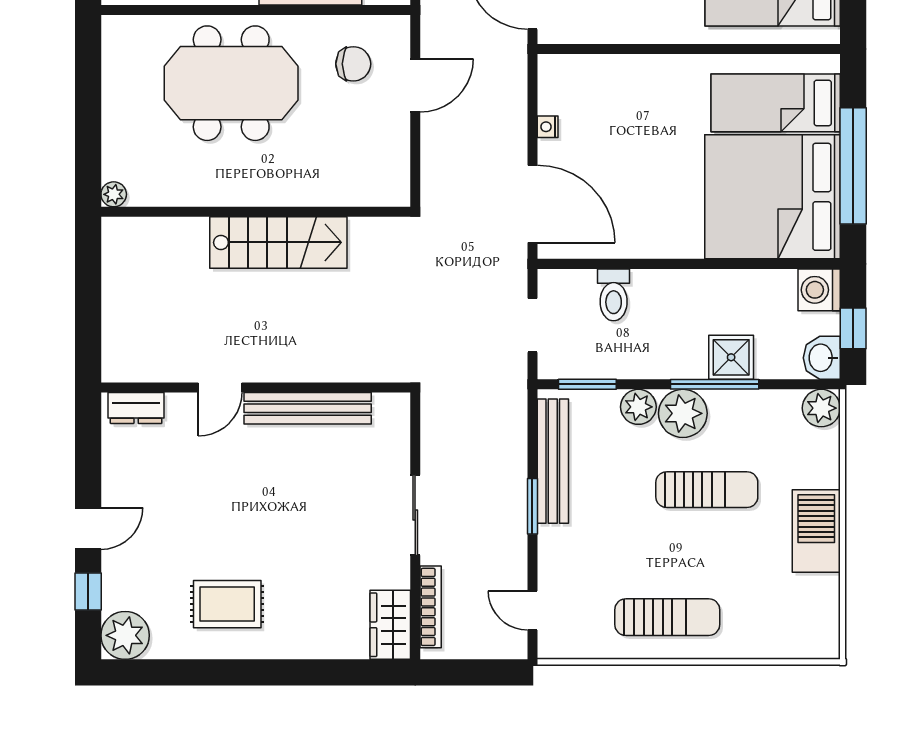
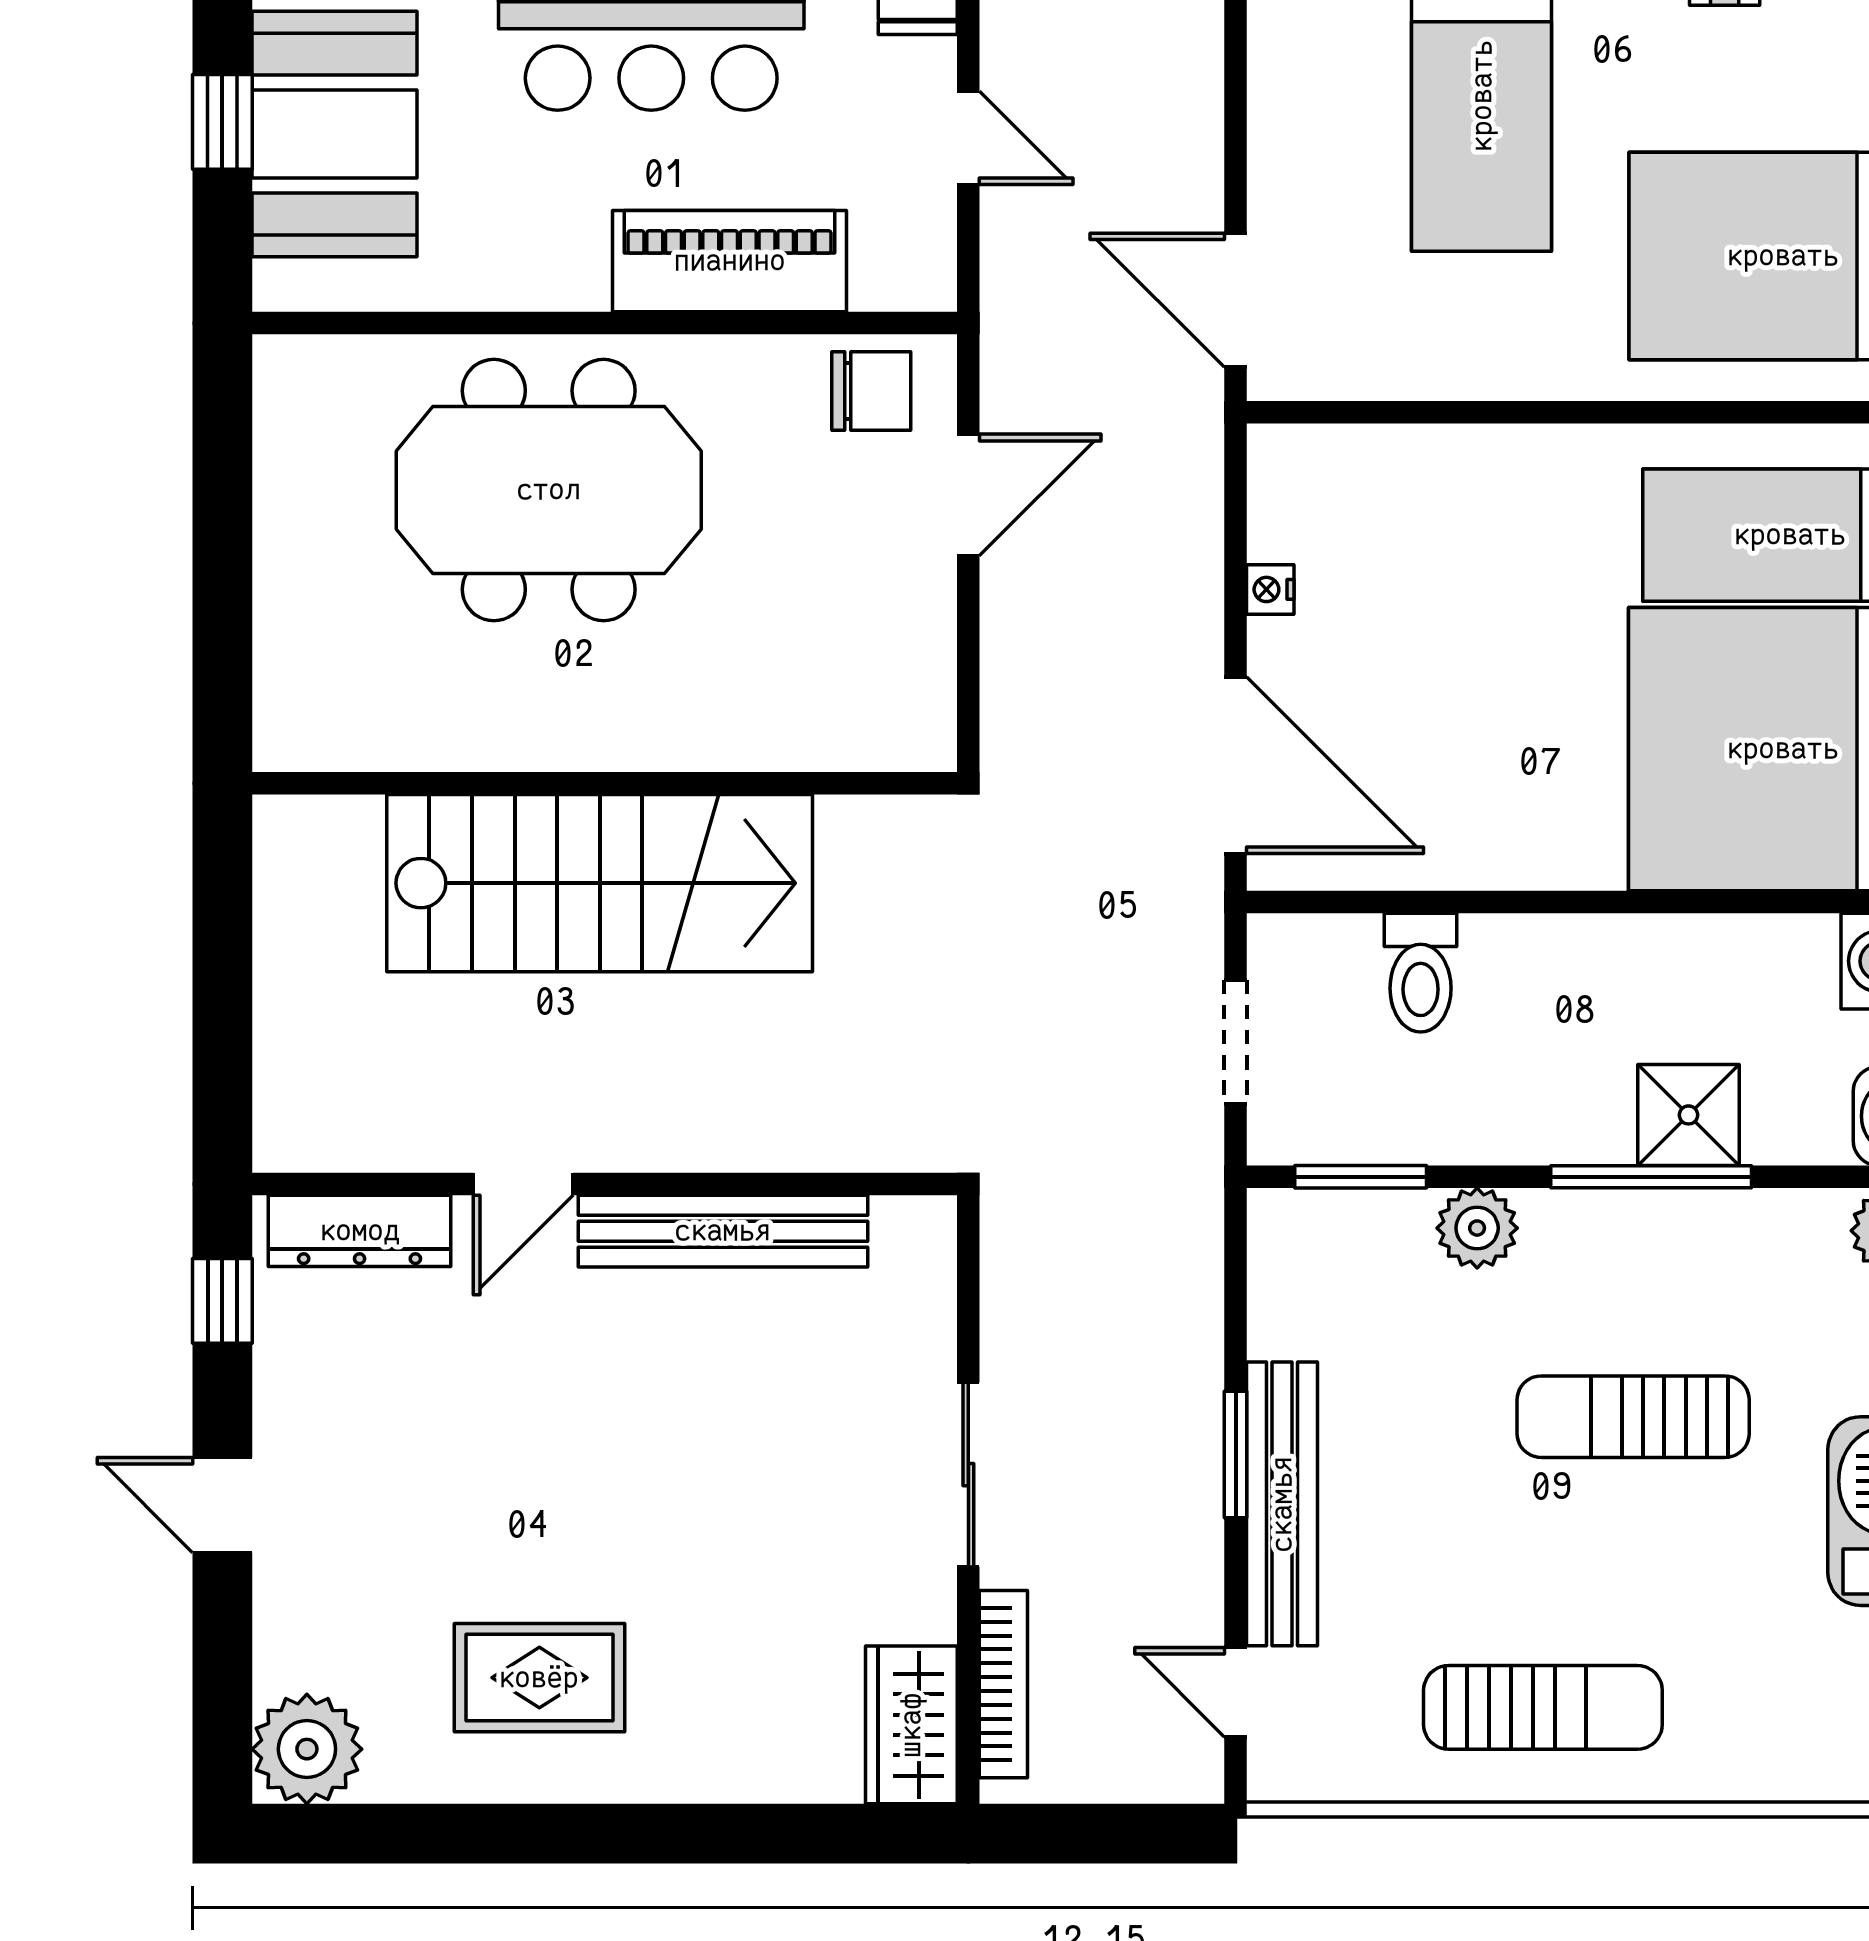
chair: (353, 64) -> (871, 391), moved
plant: (114, 194) -> (281, 743), removed
stairs: (278, 242) -> (600, 883), width x1.36, depth x1.51
dresser: (136, 408) -> (360, 1231), width x1.44
plant: (683, 413) -> (1578, 1243), removed
bench: (553, 461) -> (1282, 1504), moved
sun lounger: (707, 490) -> (1633, 1417), turned 180
door: (88, 528) -> (222, 1505), swing flipped
window: (88, 591) -> (222, 1301), moved

